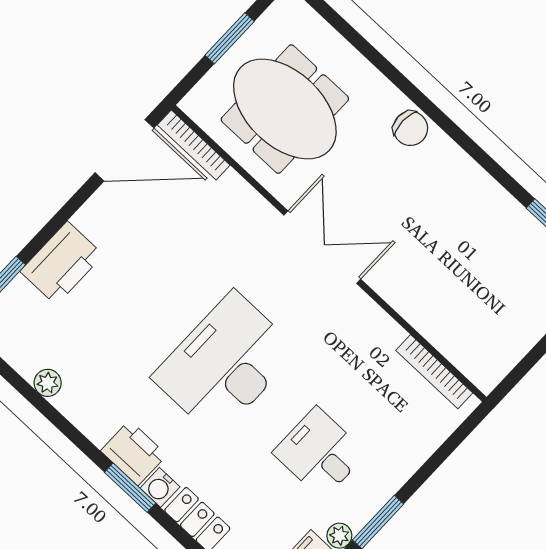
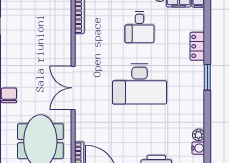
printer: (134, 453) -> (195, 86), removed
water cooler: (160, 487) -> (198, 148), moved

